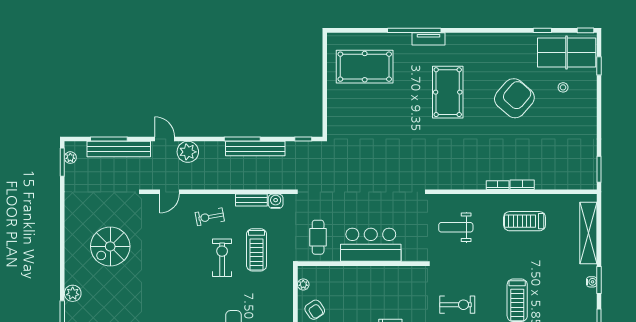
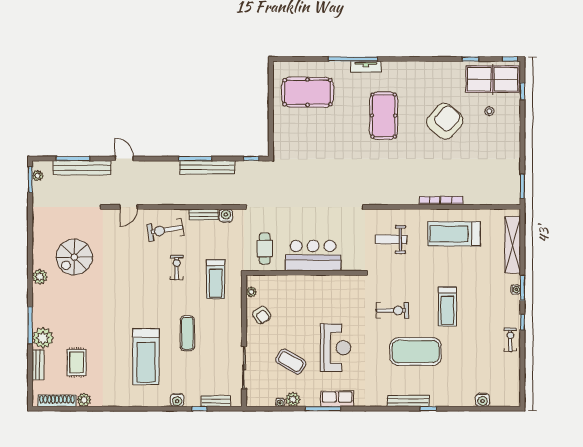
plant: (188, 152) -> (145, 170), removed
exercise bike: (210, 217) -> (165, 230), width x1.38, depth x1.39
treadmill: (525, 221) -> (454, 234), width x1.37, depth x1.38
treadmill: (257, 250) -> (216, 279), moved
exercise bike: (222, 258) -> (177, 268), width x0.73, depth x0.72
plant: (73, 293) -> (40, 277), moved

